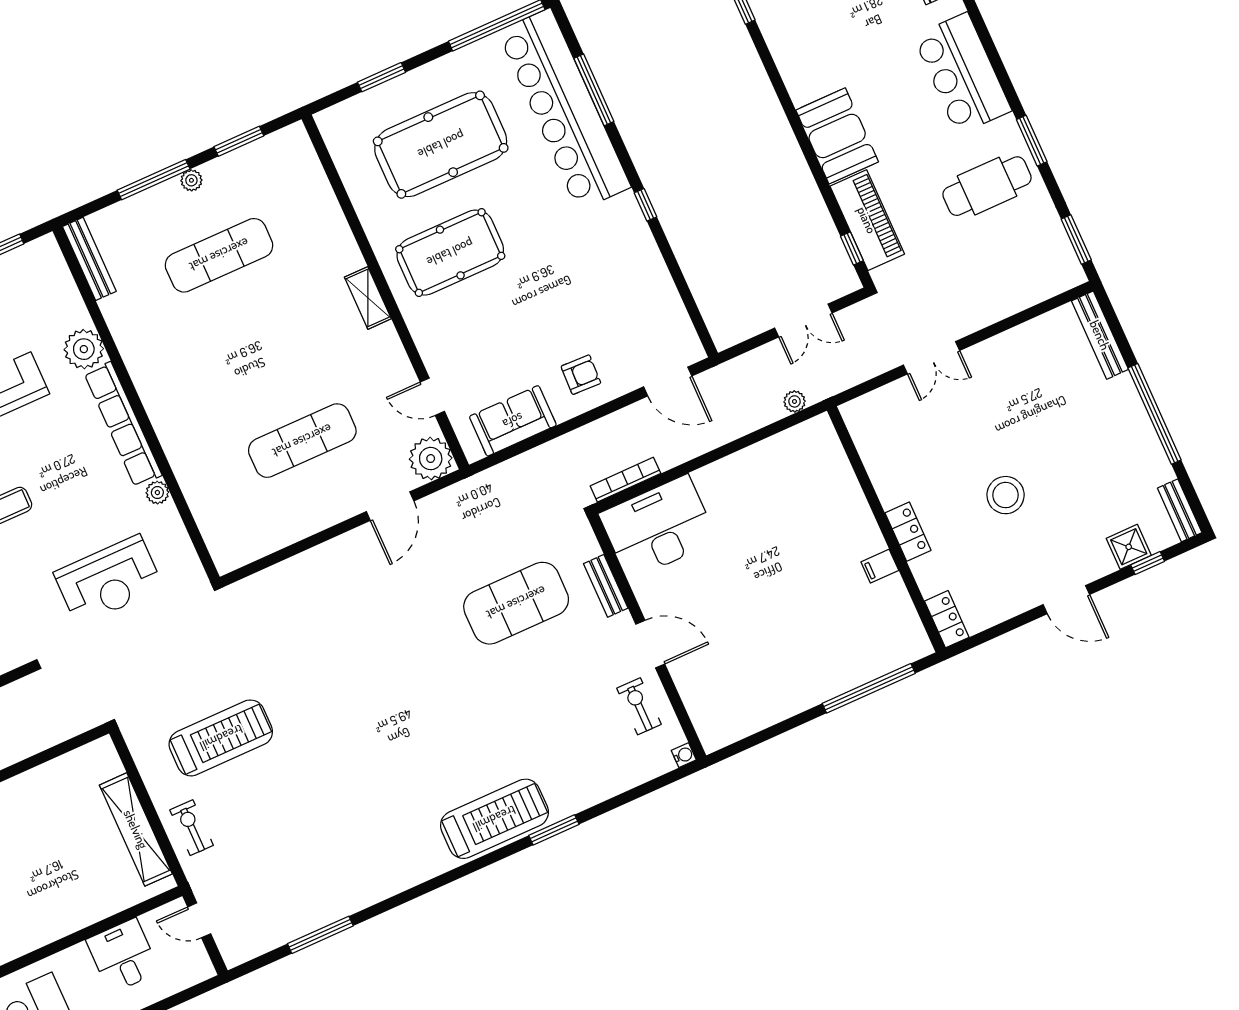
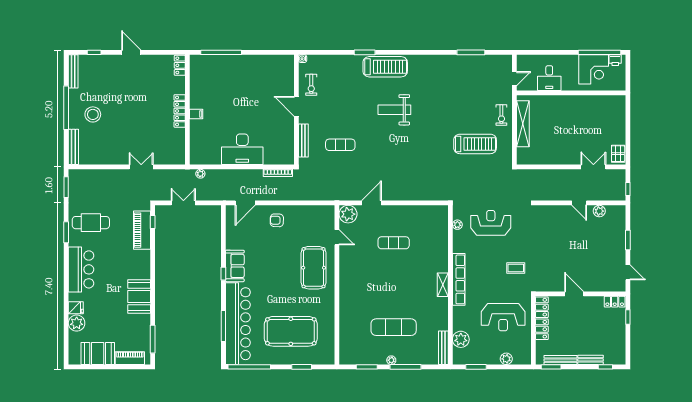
booth: (837, 136) -> (139, 297), moved
pool table: (450, 253) -> (314, 268), moved, turned 90
shelving: (368, 298) -> (443, 285), moved
plant: (84, 349) -> (461, 339), moved
door: (668, 381) -> (245, 203), swing flipped
sofa: (513, 421) -> (235, 266), moved, turned -90
exercise mat: (302, 441) -> (394, 243), width x0.73, depth x0.69
plant: (157, 493) -> (457, 225), moved
stool: (1006, 495) -> (93, 114), moved
bench: (1180, 510) -> (73, 71), width x1.36
desk: (658, 527) -> (242, 149), moved
locker: (908, 532) -> (180, 111), width x1.53
shower: (1129, 547) -> (99, 62), removed
filing cabinet: (880, 566) -> (196, 114), moved
bench: (606, 586) -> (303, 140), width x1.36
exercise mat: (516, 603) -> (340, 145), width x0.50, depth x0.69
weight bench: (432, 733) -> (394, 110), added
treadmill: (221, 738) -> (475, 144), turned 180
treadmill: (494, 819) -> (385, 67), turned 180
door: (199, 920) -> (514, 79), hinge flipped

